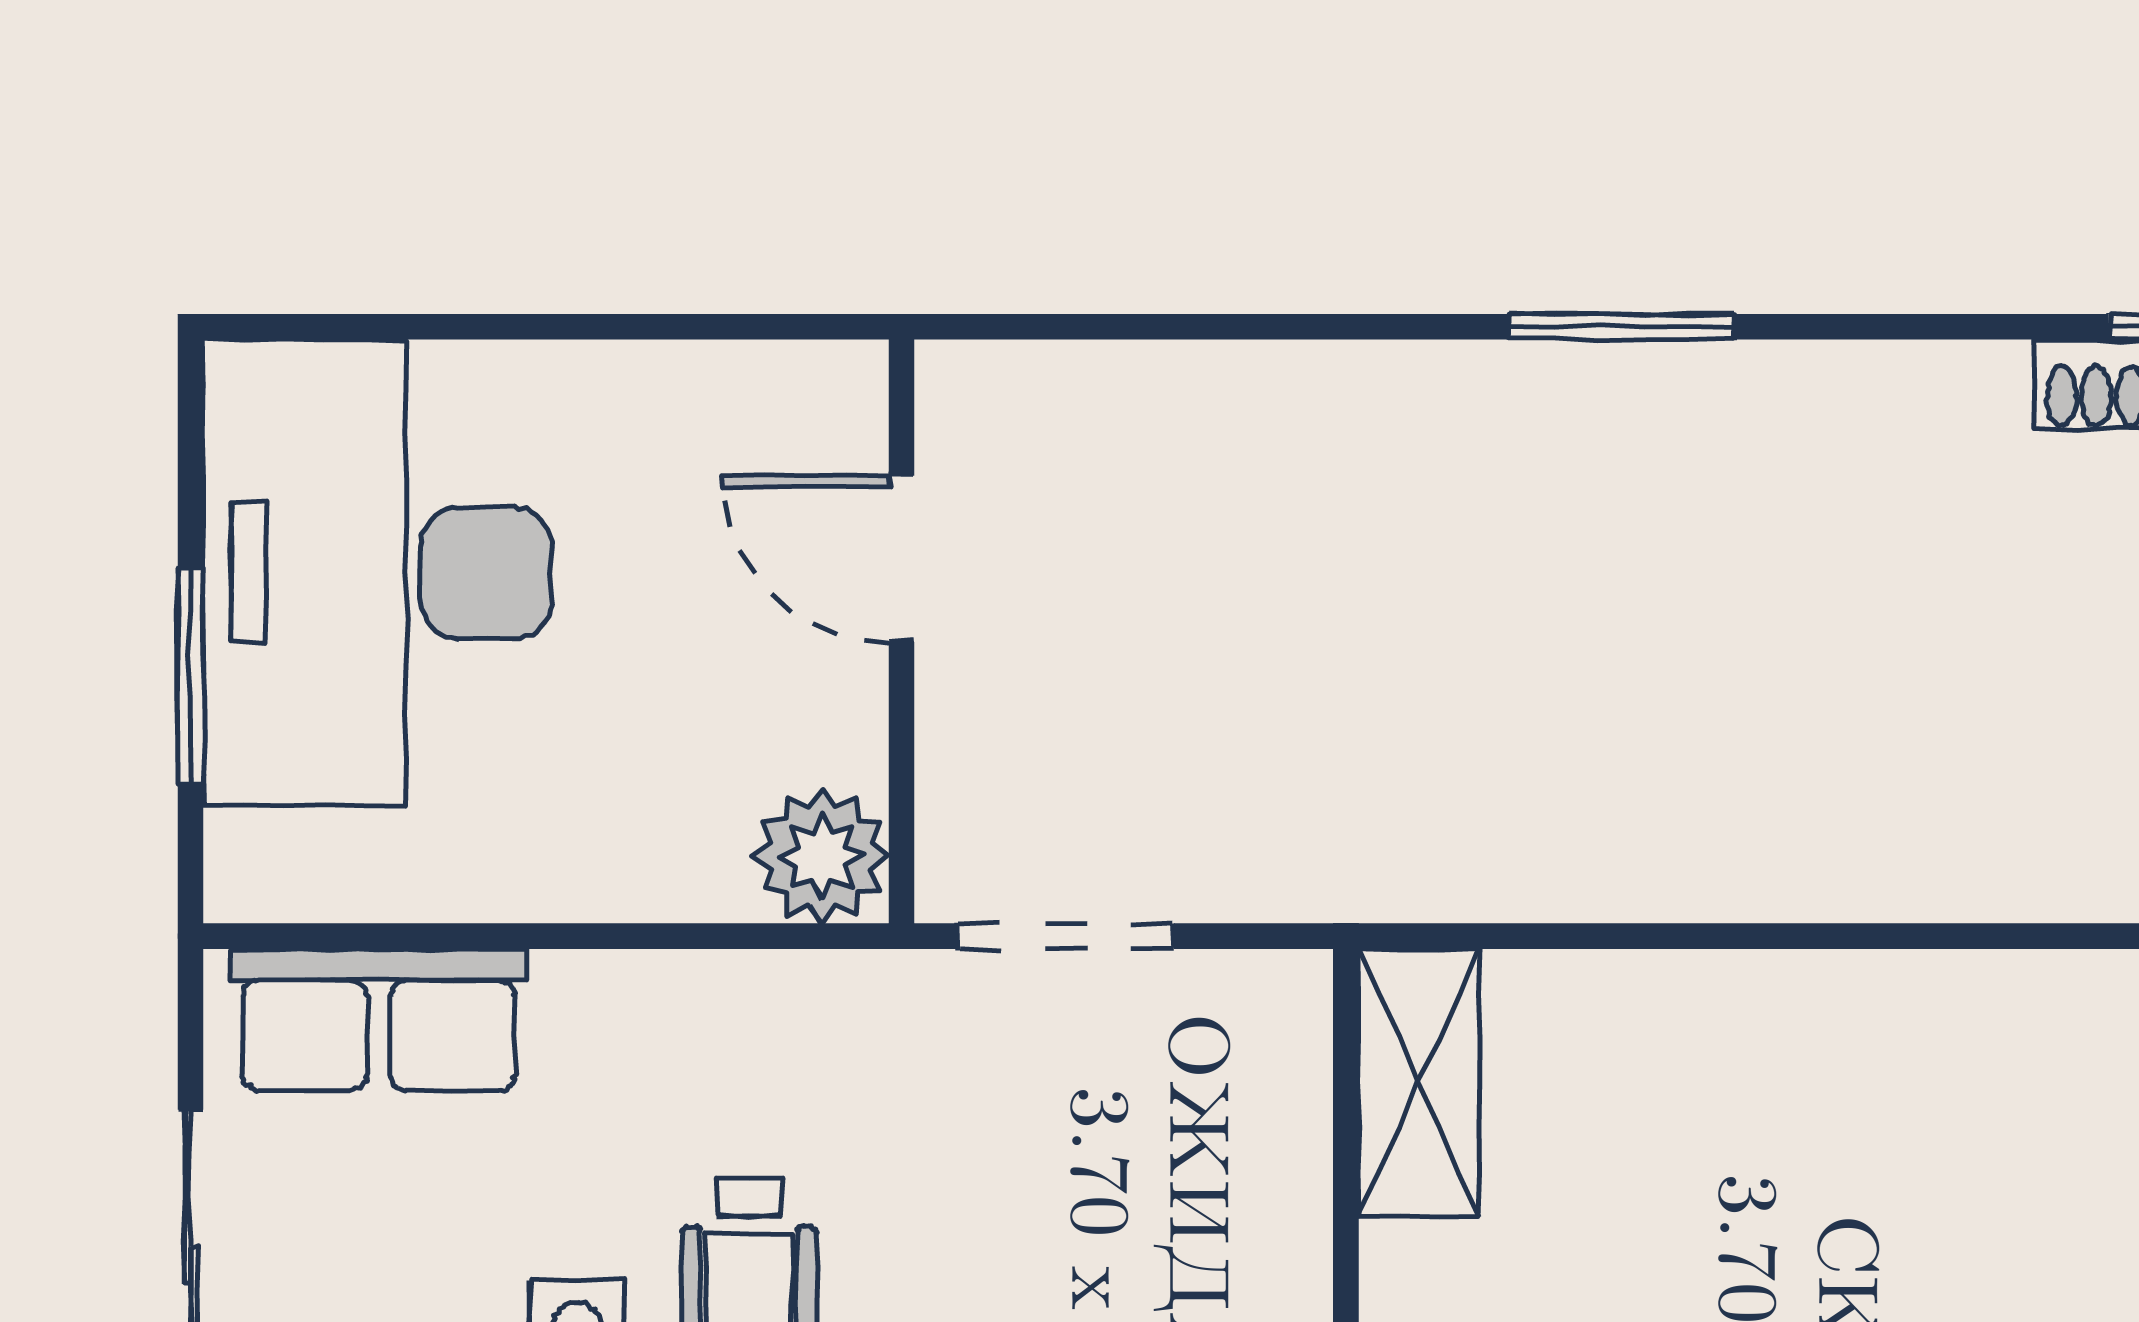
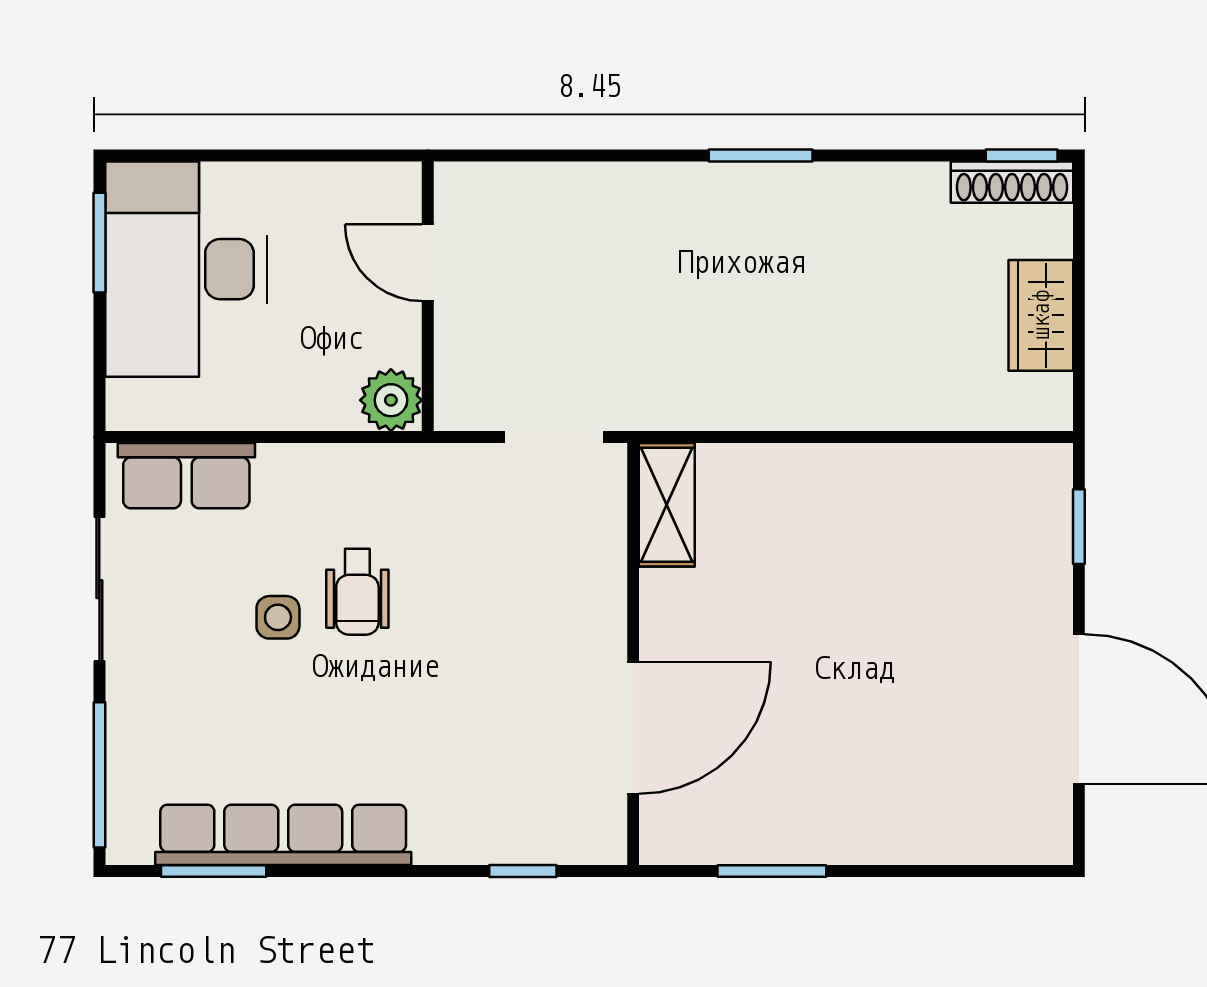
window: (190, 676) -> (99, 243), moved
doorway: (1066, 936) -> (554, 437), moved

